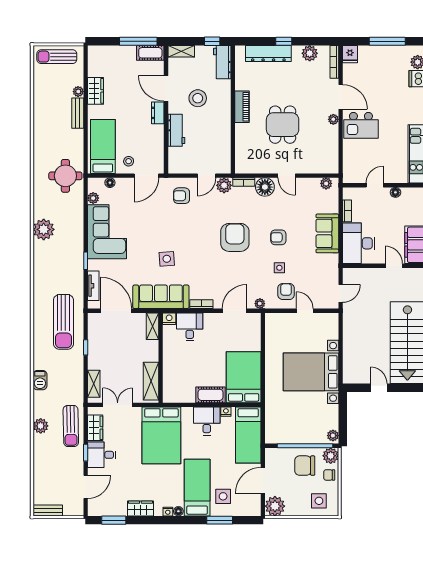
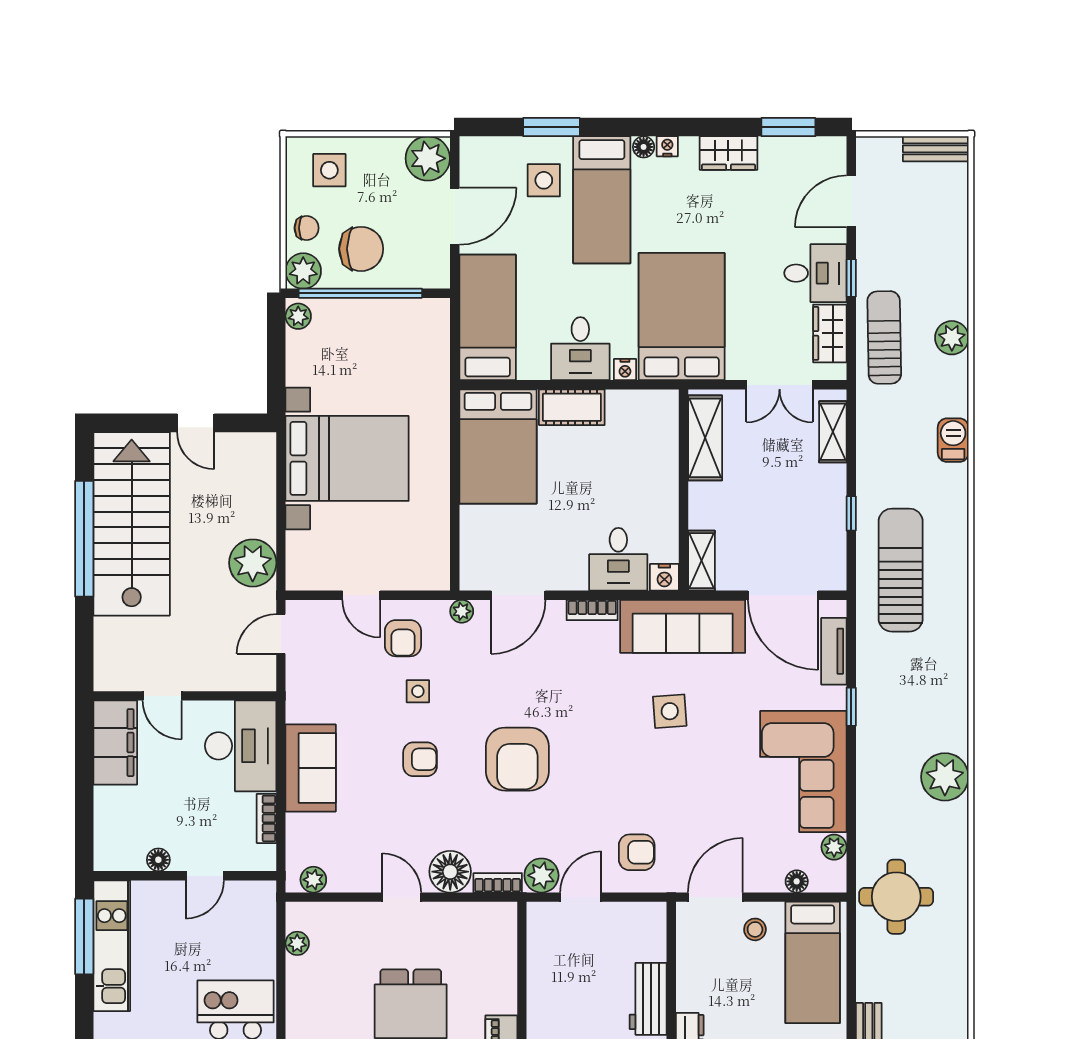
plant: (333, 119) -> (297, 943), moved
plant: (353, 325) -> (253, 563), added
nightstand: (226, 412) -> (625, 370), moved

